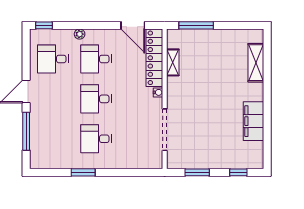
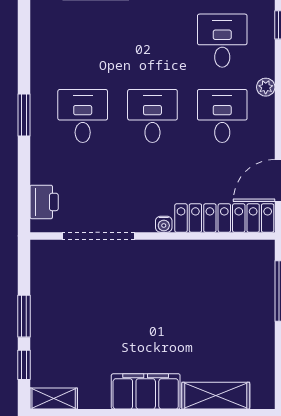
shelving: (173, 62) -> (54, 399), moved
filing cabinet: (254, 121) -> (146, 391), moved
printer: (145, 161) -> (44, 202), added
window: (83, 172) -> (24, 115), moved
window: (197, 172) -> (24, 316), moved

